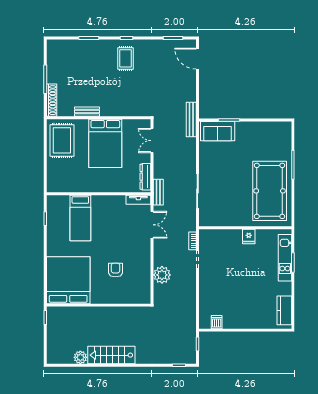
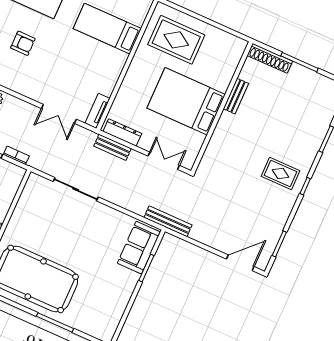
rug: (62, 140) -> (176, 40), moved
bench: (158, 192) -> (112, 147), moved

